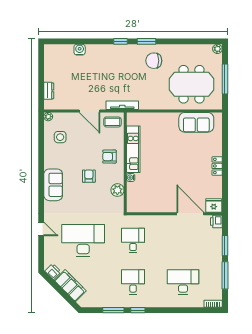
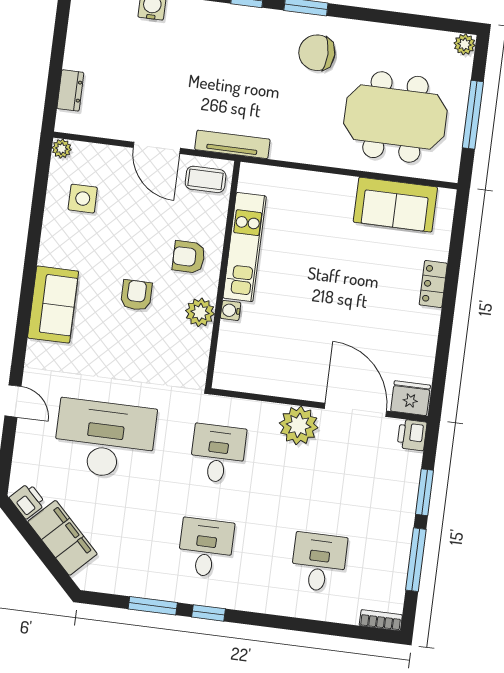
locker: (217, 166) -> (433, 284), moved
plant: (117, 190) -> (200, 312), moved
plant: (167, 224) -> (299, 425), added
desk: (183, 282) -> (319, 562), width x0.73

